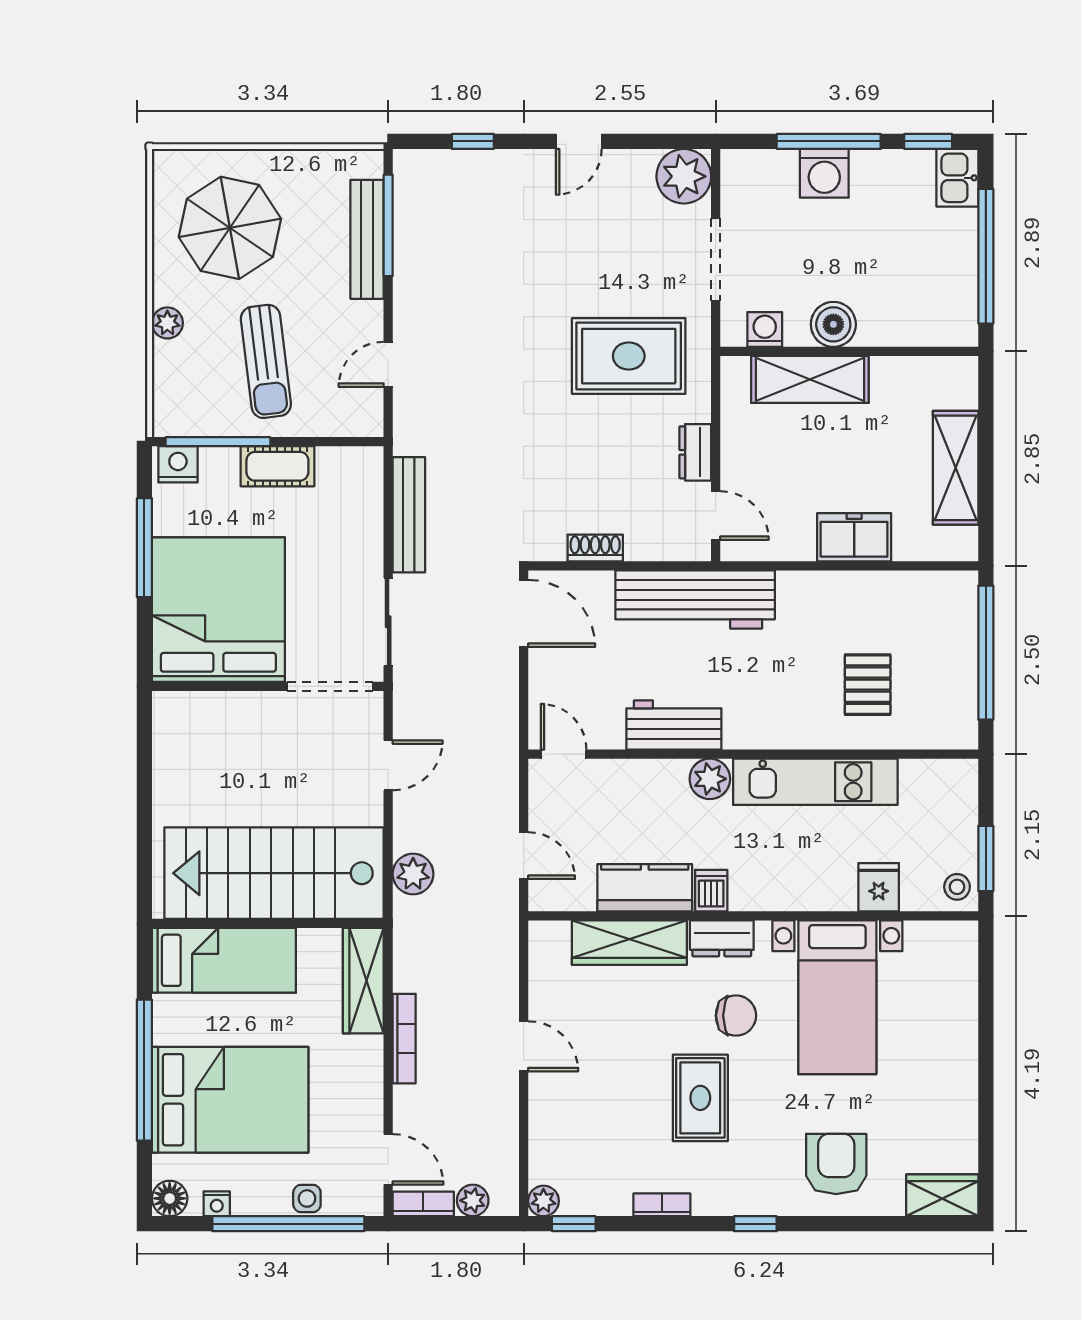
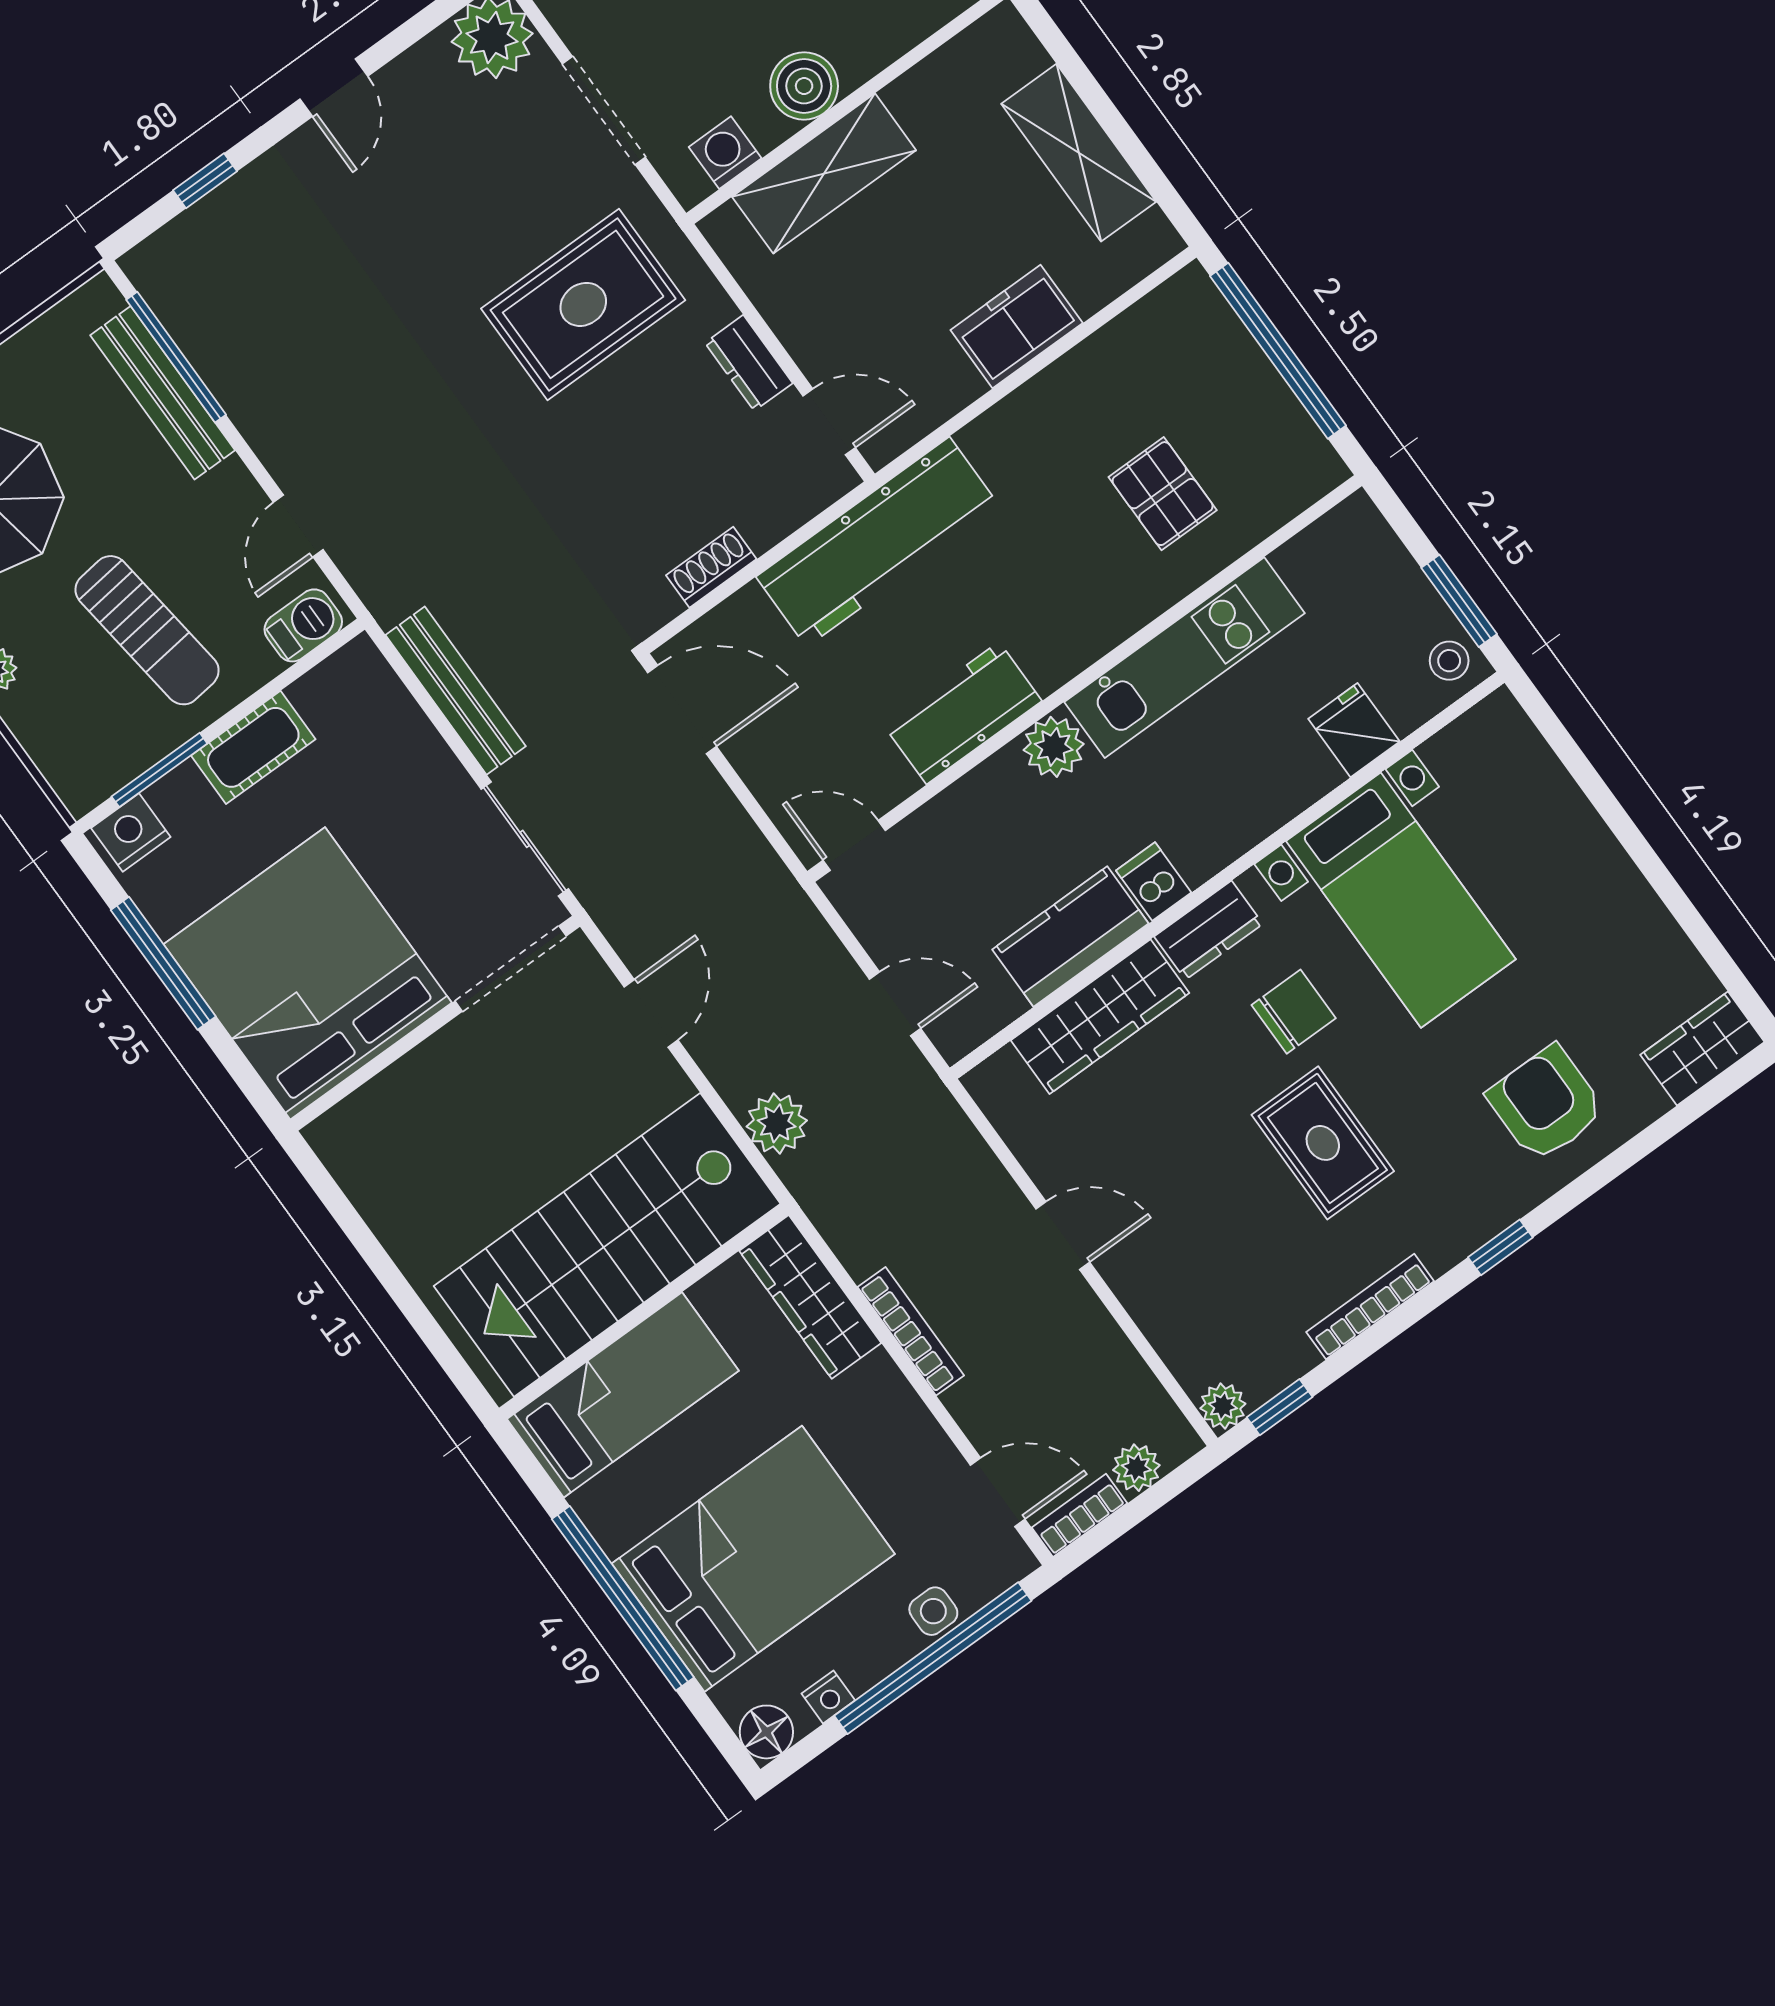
barbecue: (352, 420) -> (303, 625), added
window: (218, 442) -> (159, 770), width x0.69
bookcase: (662, 1205) -> (1370, 1307), width x1.56

